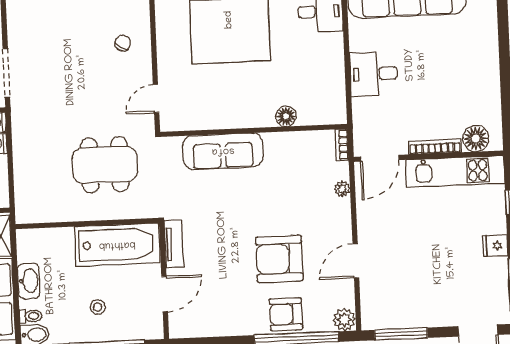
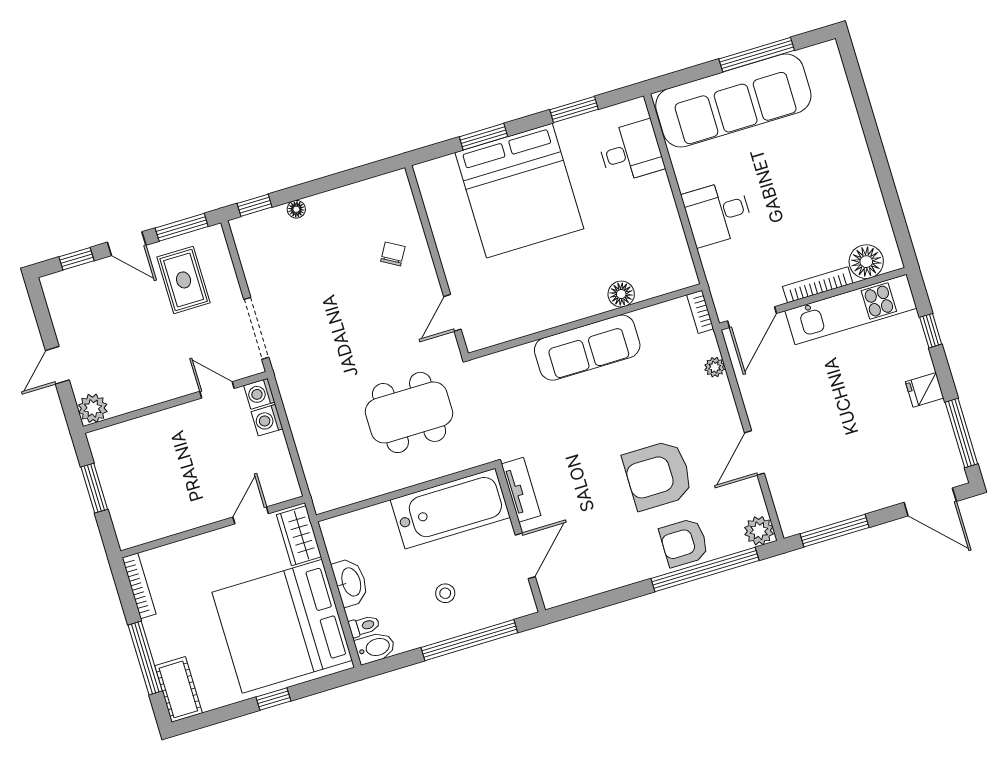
sofa: (223, 151) -> (587, 348), moved

